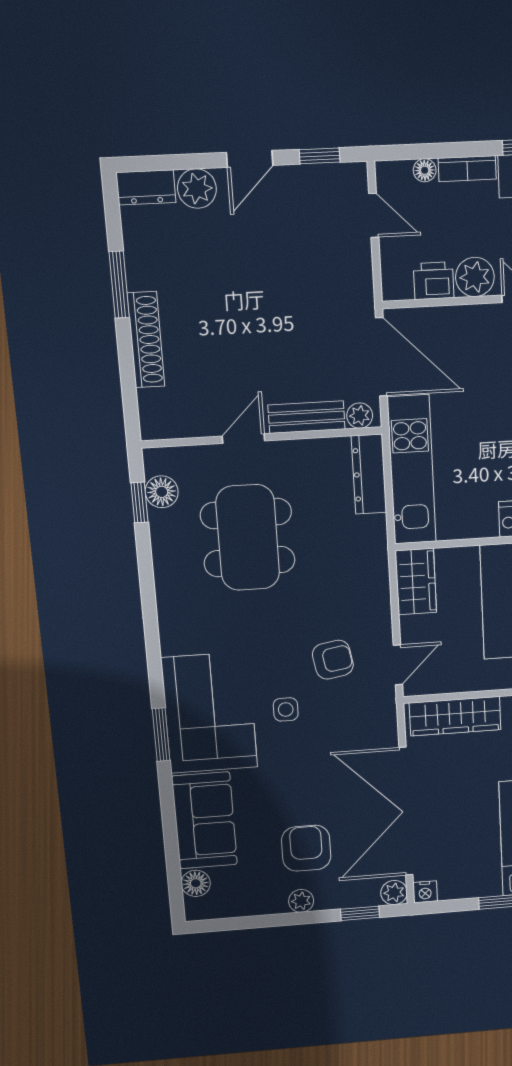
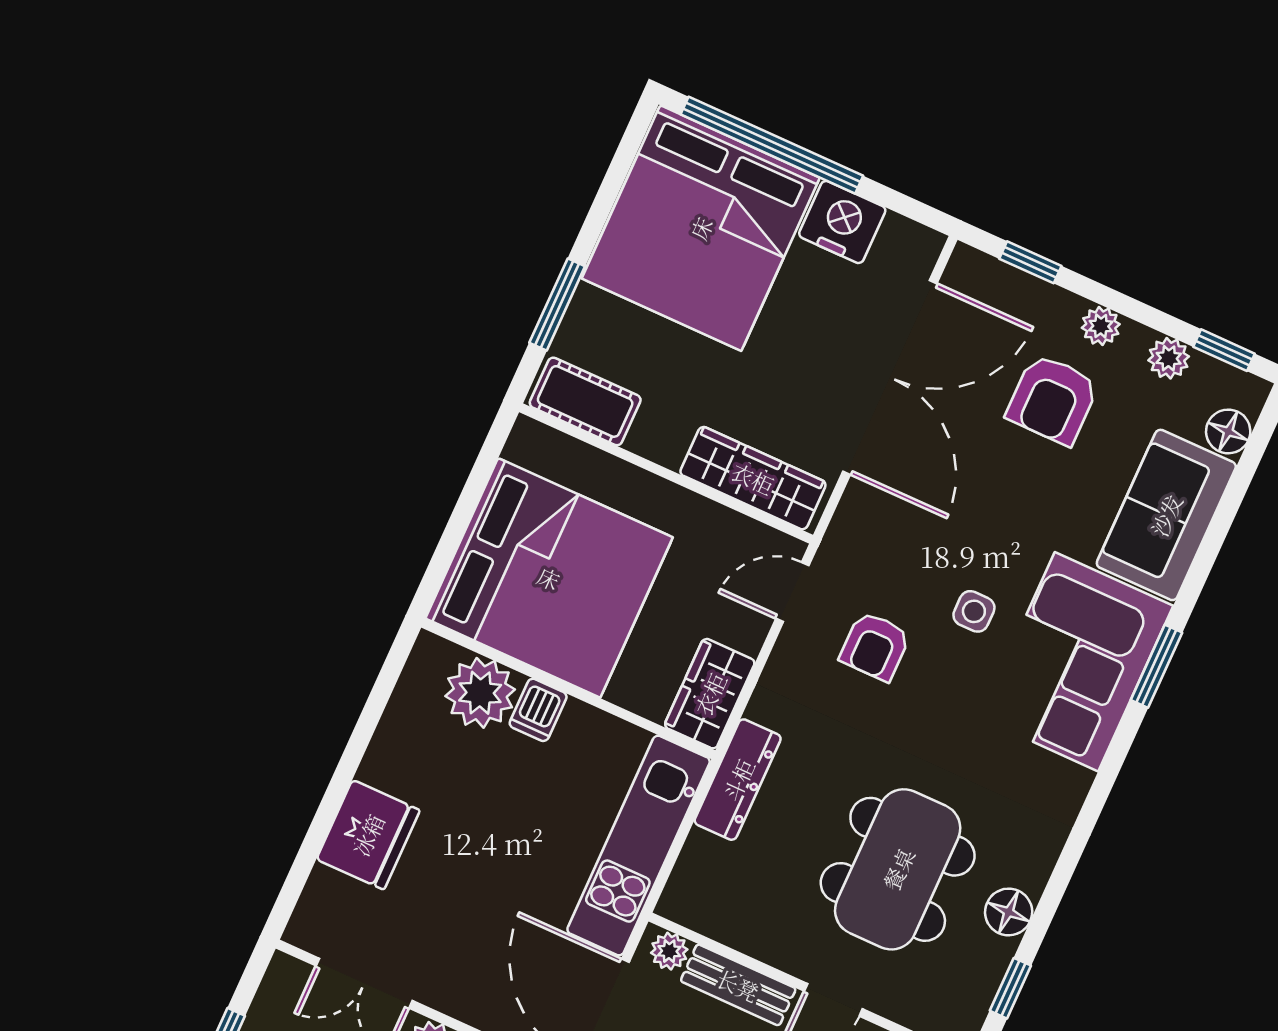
dresser: (369, 474) -> (738, 780), moved
floor lamp: (162, 492) -> (1009, 912), moved
armchair: (333, 660) -> (875, 646), turned -80
nightstand: (425, 892) -> (842, 222), moved, width x1.89, depth x1.79
plant: (394, 893) -> (1169, 358), moved
window: (224, 925) -> (1224, 350), added

